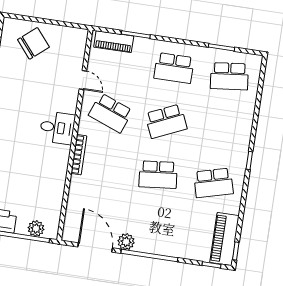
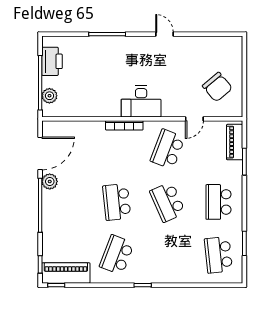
chair: (33, 43) -> (217, 87), moved
desk: (57, 128) -> (141, 102), width x1.37
school desk: (213, 183) -> (117, 255), turned 36

